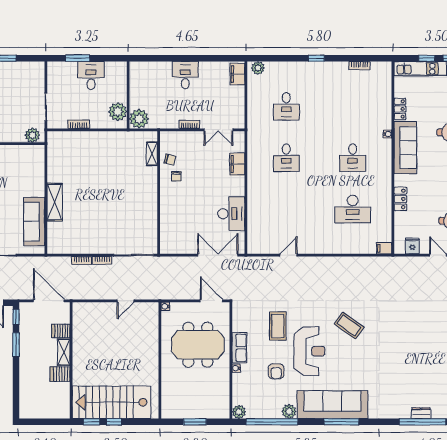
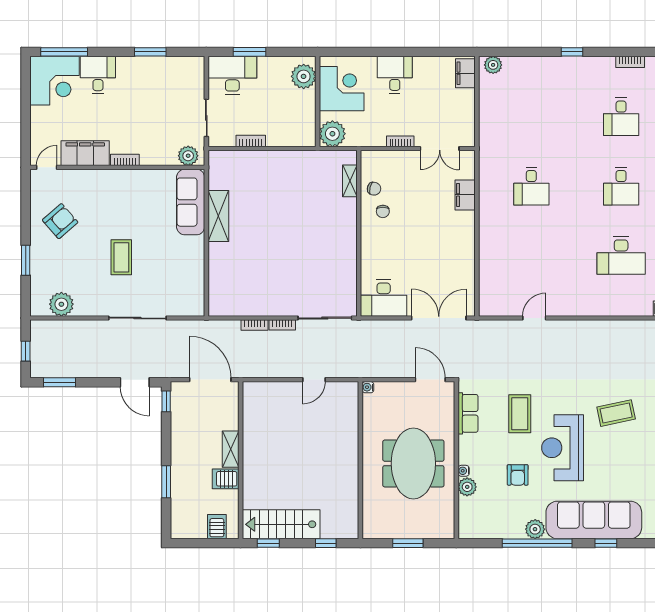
desk: (91, 75) -> (232, 75), moved, width x1.37
corner desk: (146, 85) -> (342, 89), added
desk: (286, 106) -> (621, 117), moved
plant: (118, 112) -> (304, 76), moved
shelving: (55, 202) -> (218, 216), moved
desk: (231, 214) -> (384, 298), moved, turned 90
sofa: (34, 222) -> (191, 202), moved
coffee table: (349, 325) -> (616, 413), turned -48
server rack: (61, 331) -> (217, 527), moved, turned 90
window: (16, 345) -> (166, 482), moved
meeting table: (198, 345) -> (413, 463), moved, turned 90
row of seats: (239, 348) -> (468, 413), moved
reception desk: (309, 351) -> (563, 448), turned 180
stairs: (112, 402) -> (281, 524), width x0.73, depth x0.66
plant: (239, 412) -> (467, 487), moved
window: (114, 422) -> (326, 543), moved
window: (272, 422) -> (537, 543), moved
window: (341, 422) -> (606, 543), width x0.46

